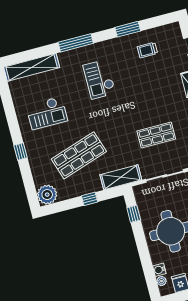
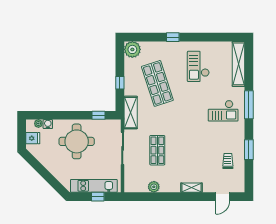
checkout: (99, 79) -> (223, 111), moved, turned 180

